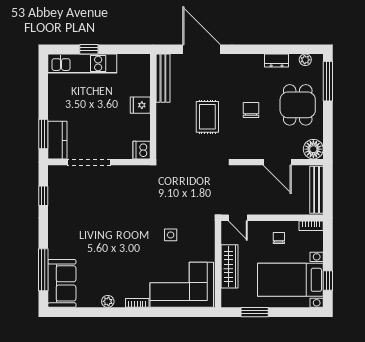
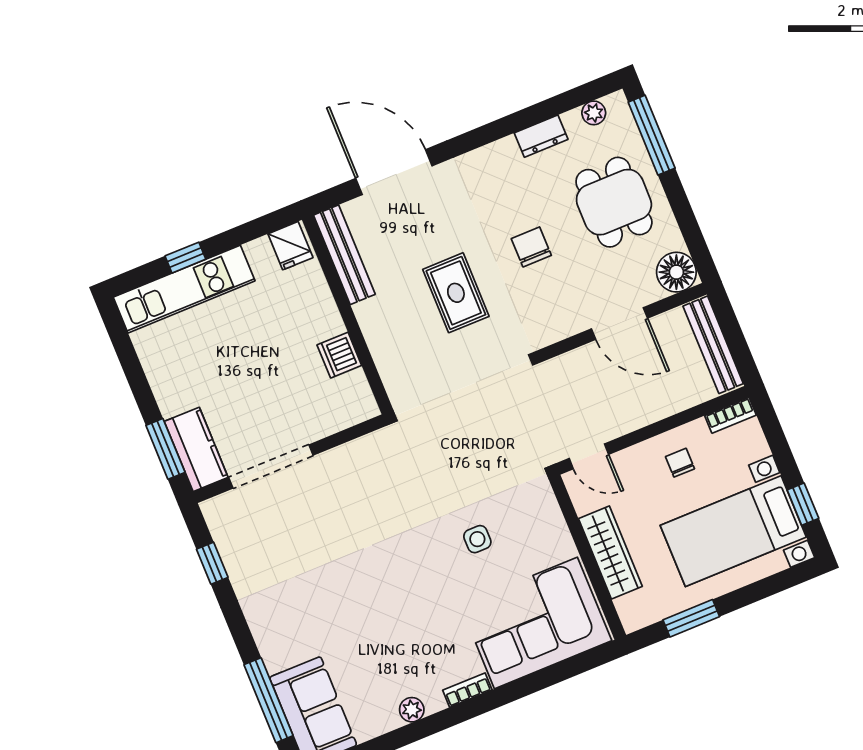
fridge: (140, 105) -> (290, 246), moved, turned -90
dishwasher: (142, 150) -> (339, 355), moved

